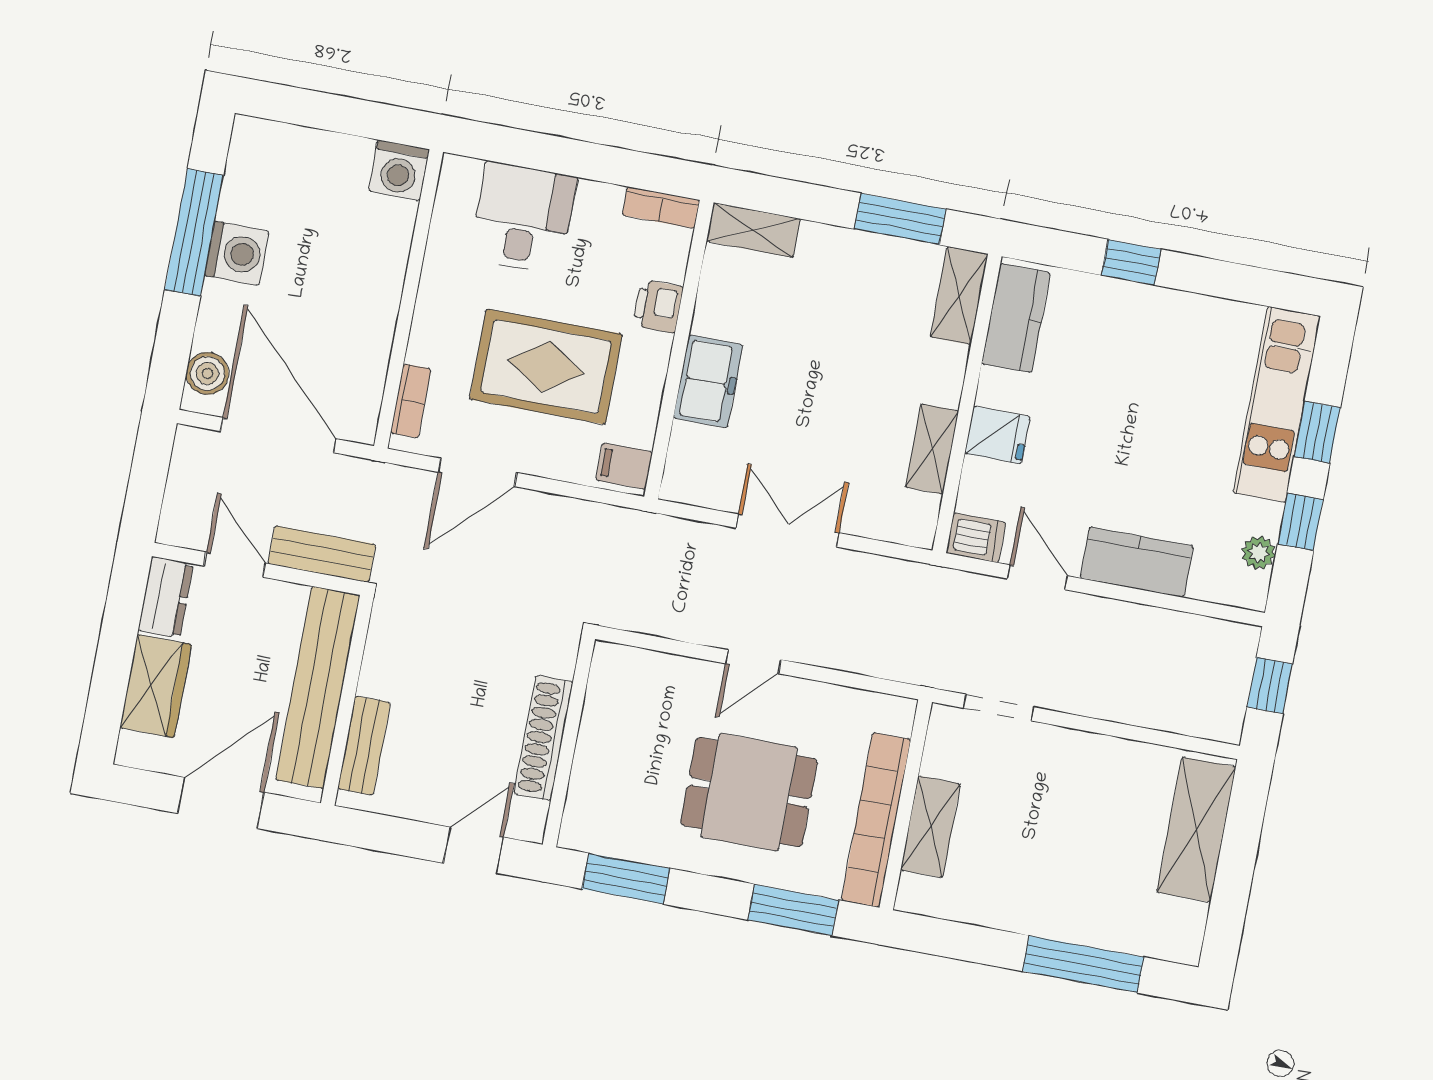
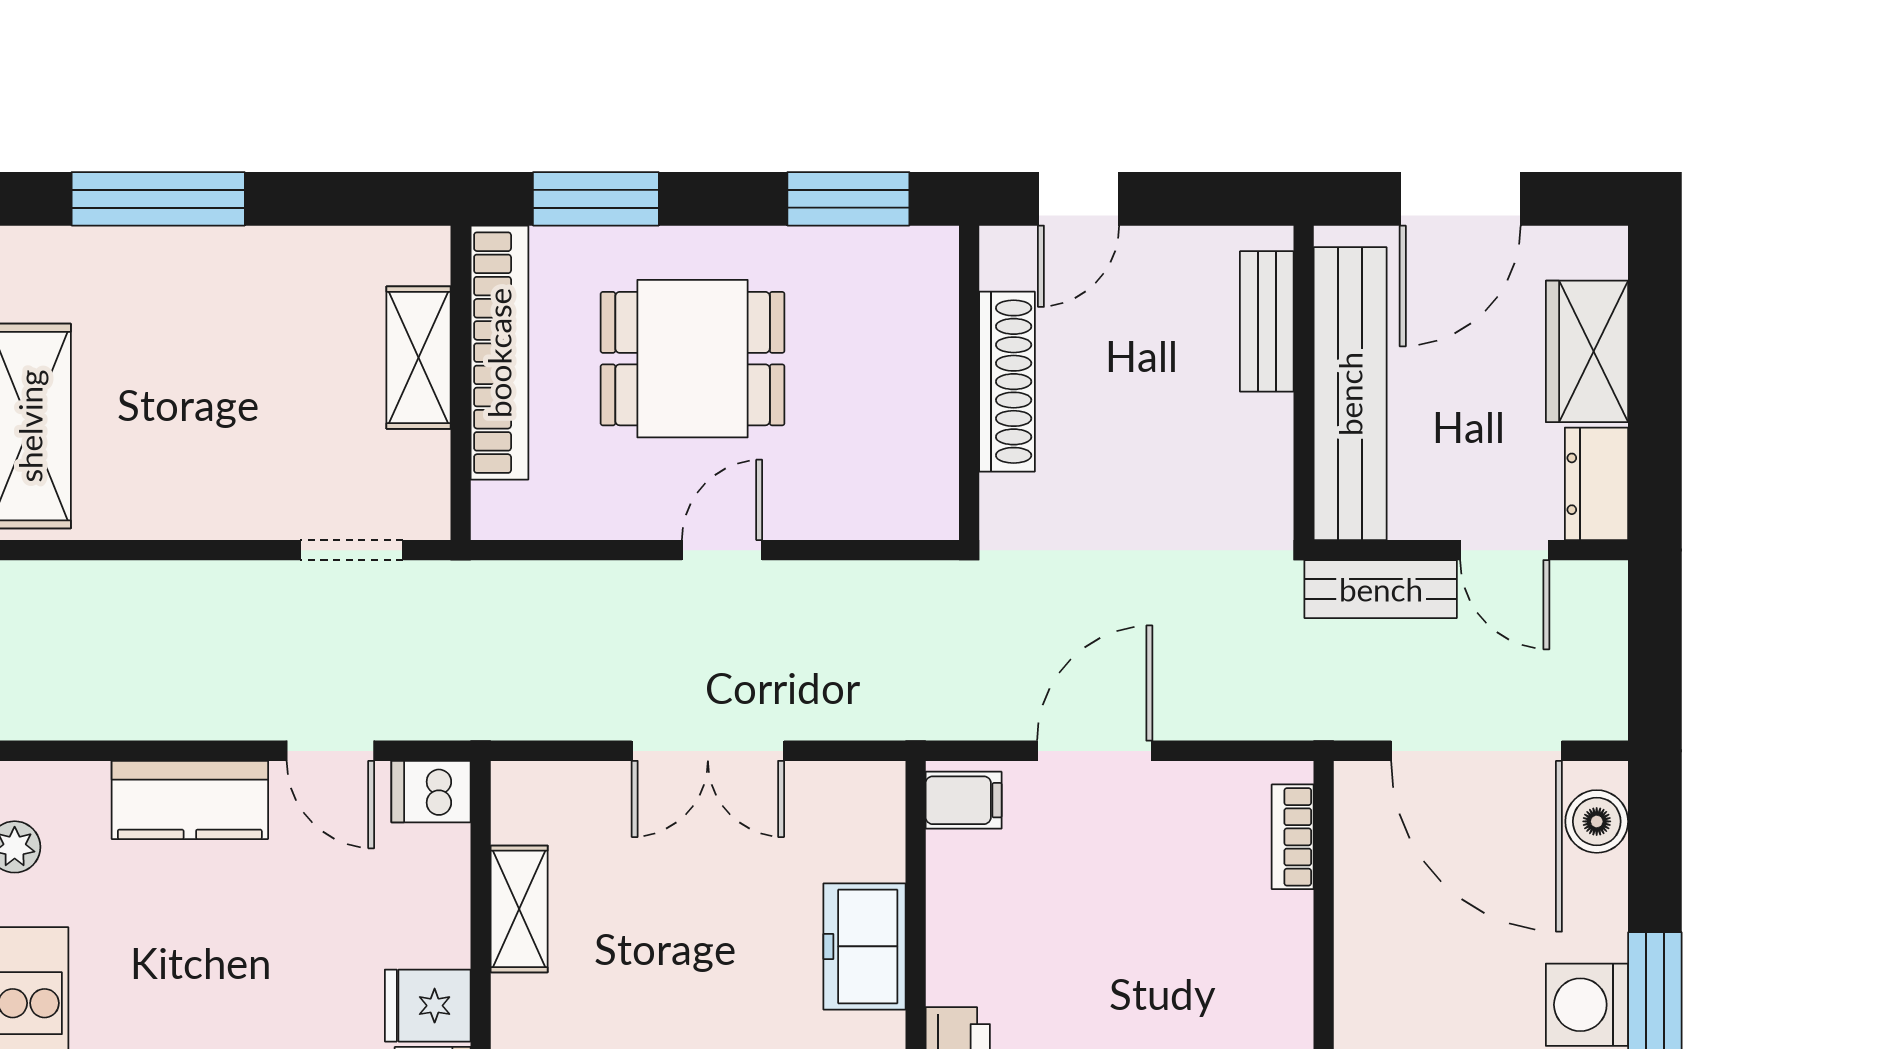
rug: (546, 367) -> (1105, 924), removed
fridge: (997, 435) -> (428, 1006), moved
door: (478, 472) -> (1095, 751), moved

